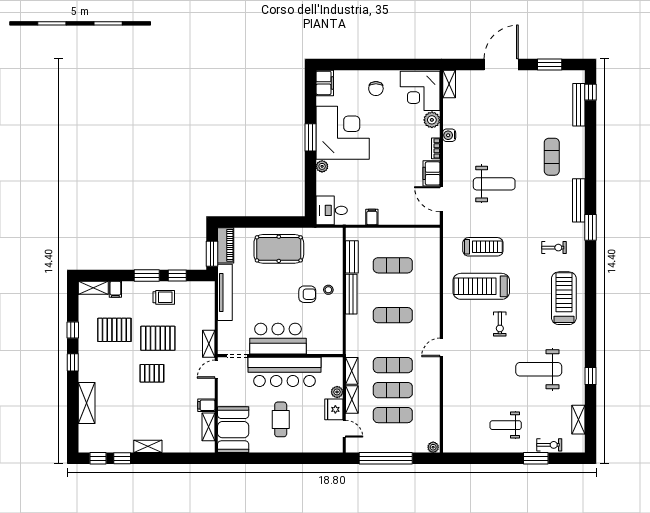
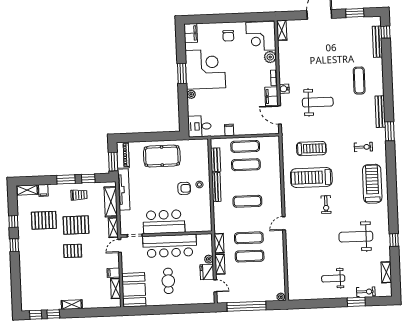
water cooler: (449, 135) -> (284, 89), moved
shelving: (87, 403) -> (111, 202), moved
exercise mat: (393, 415) -> (245, 146), moved

